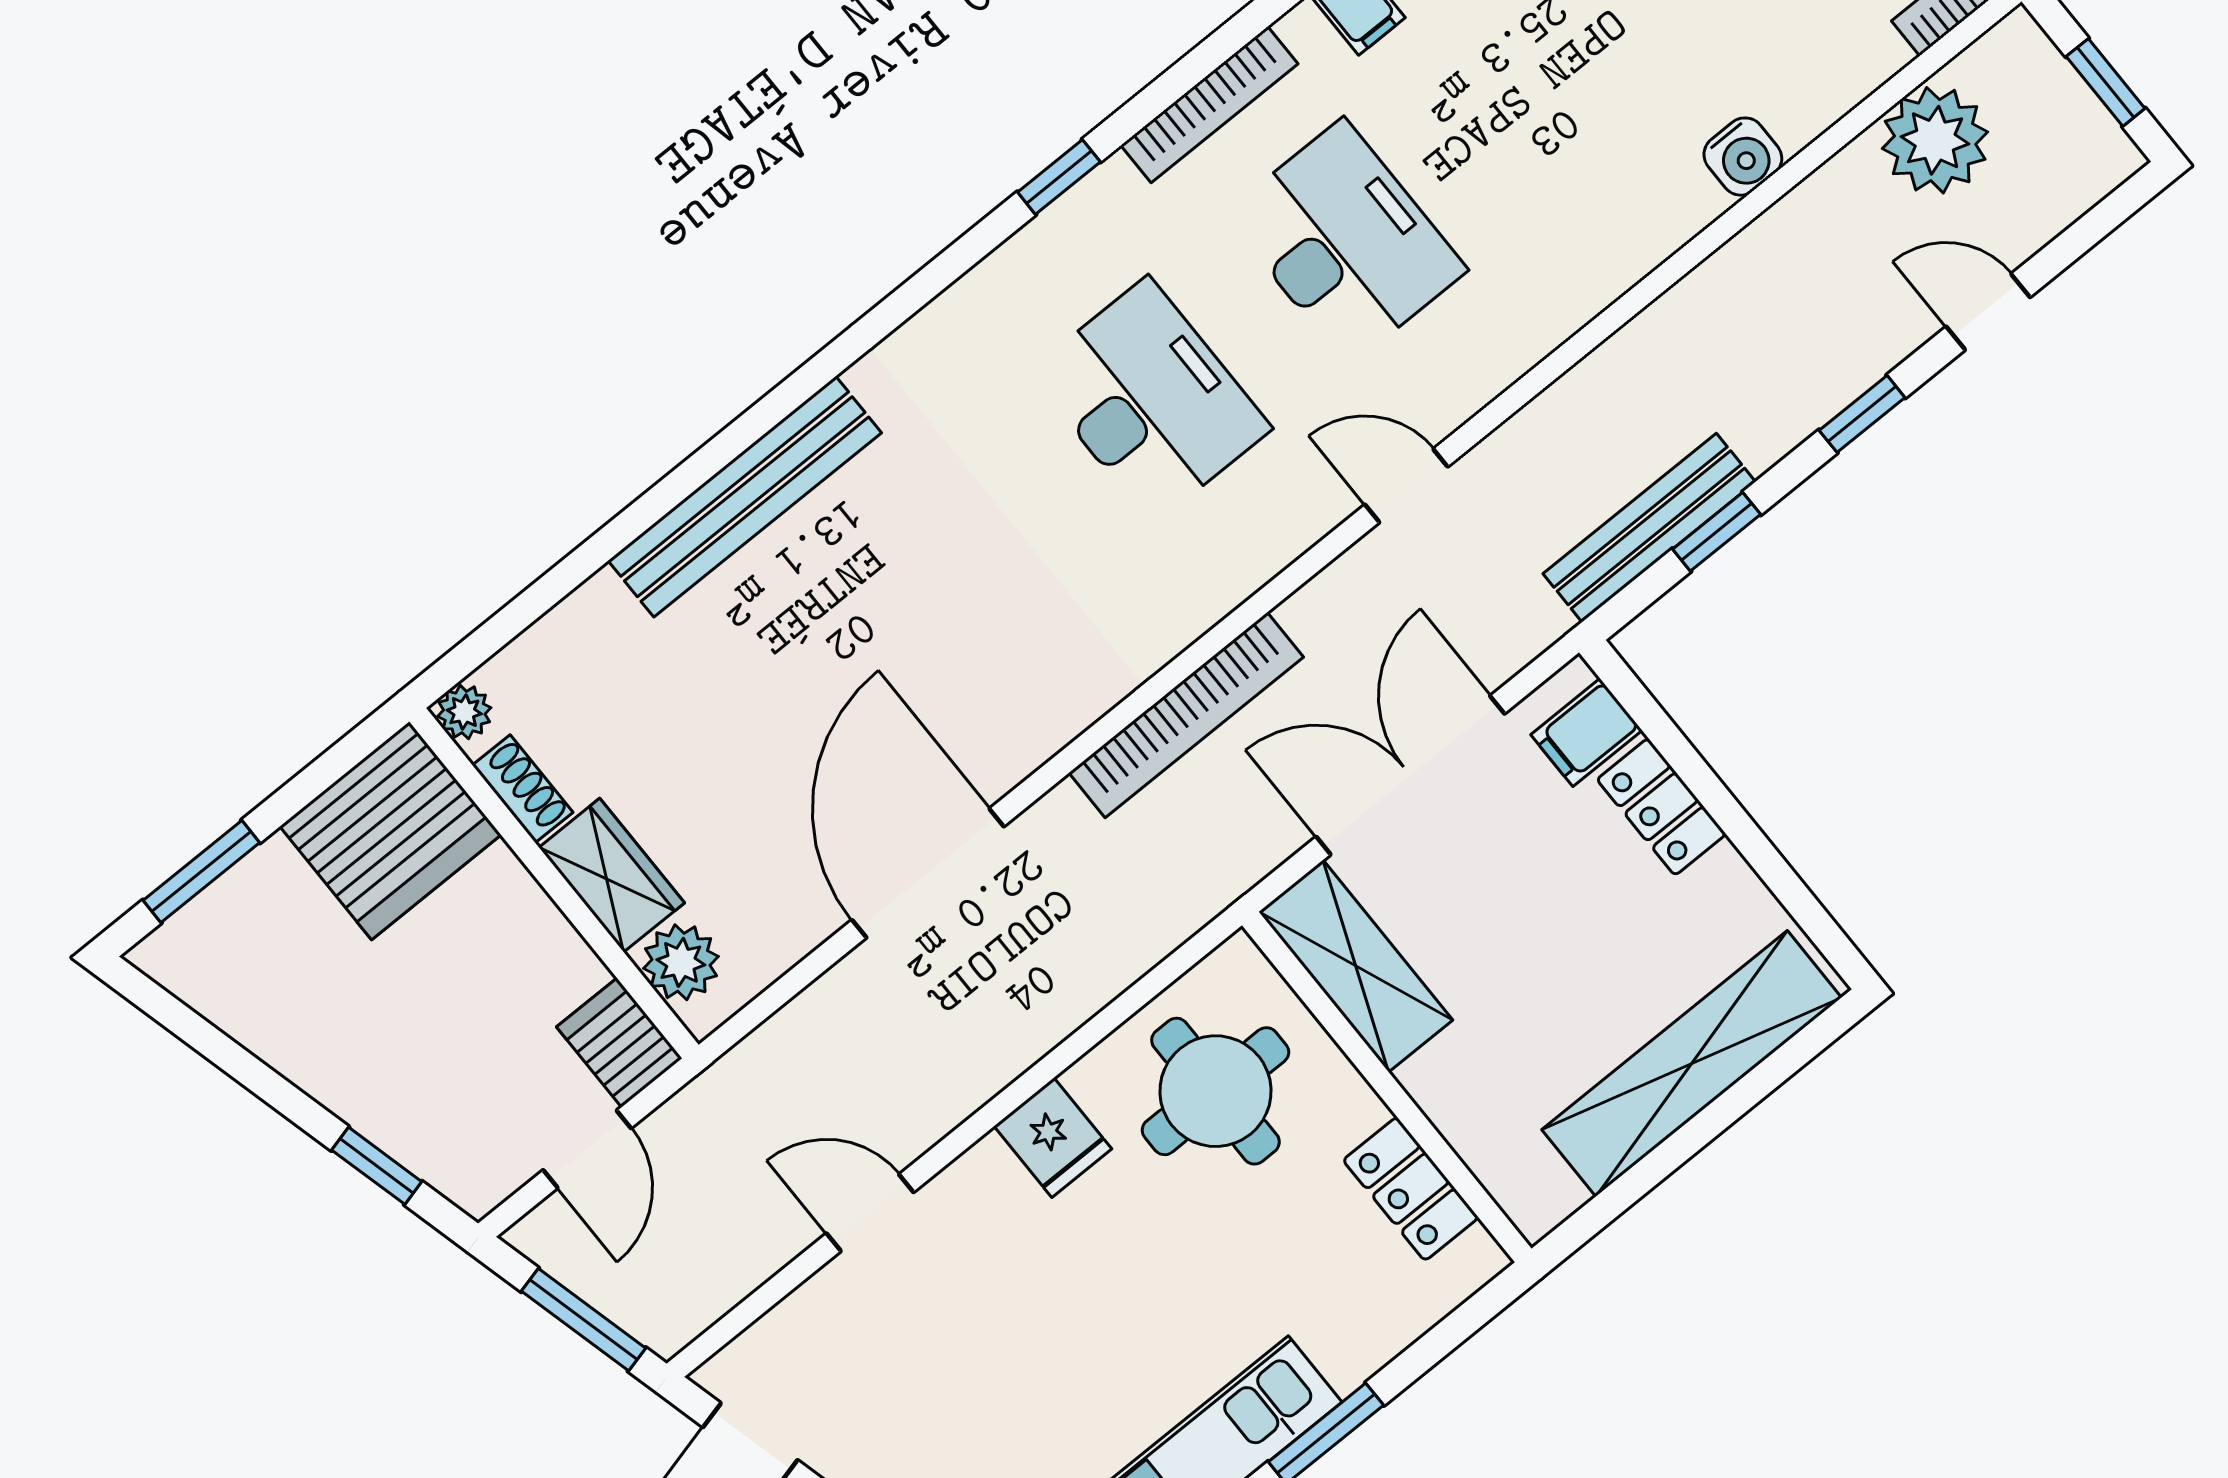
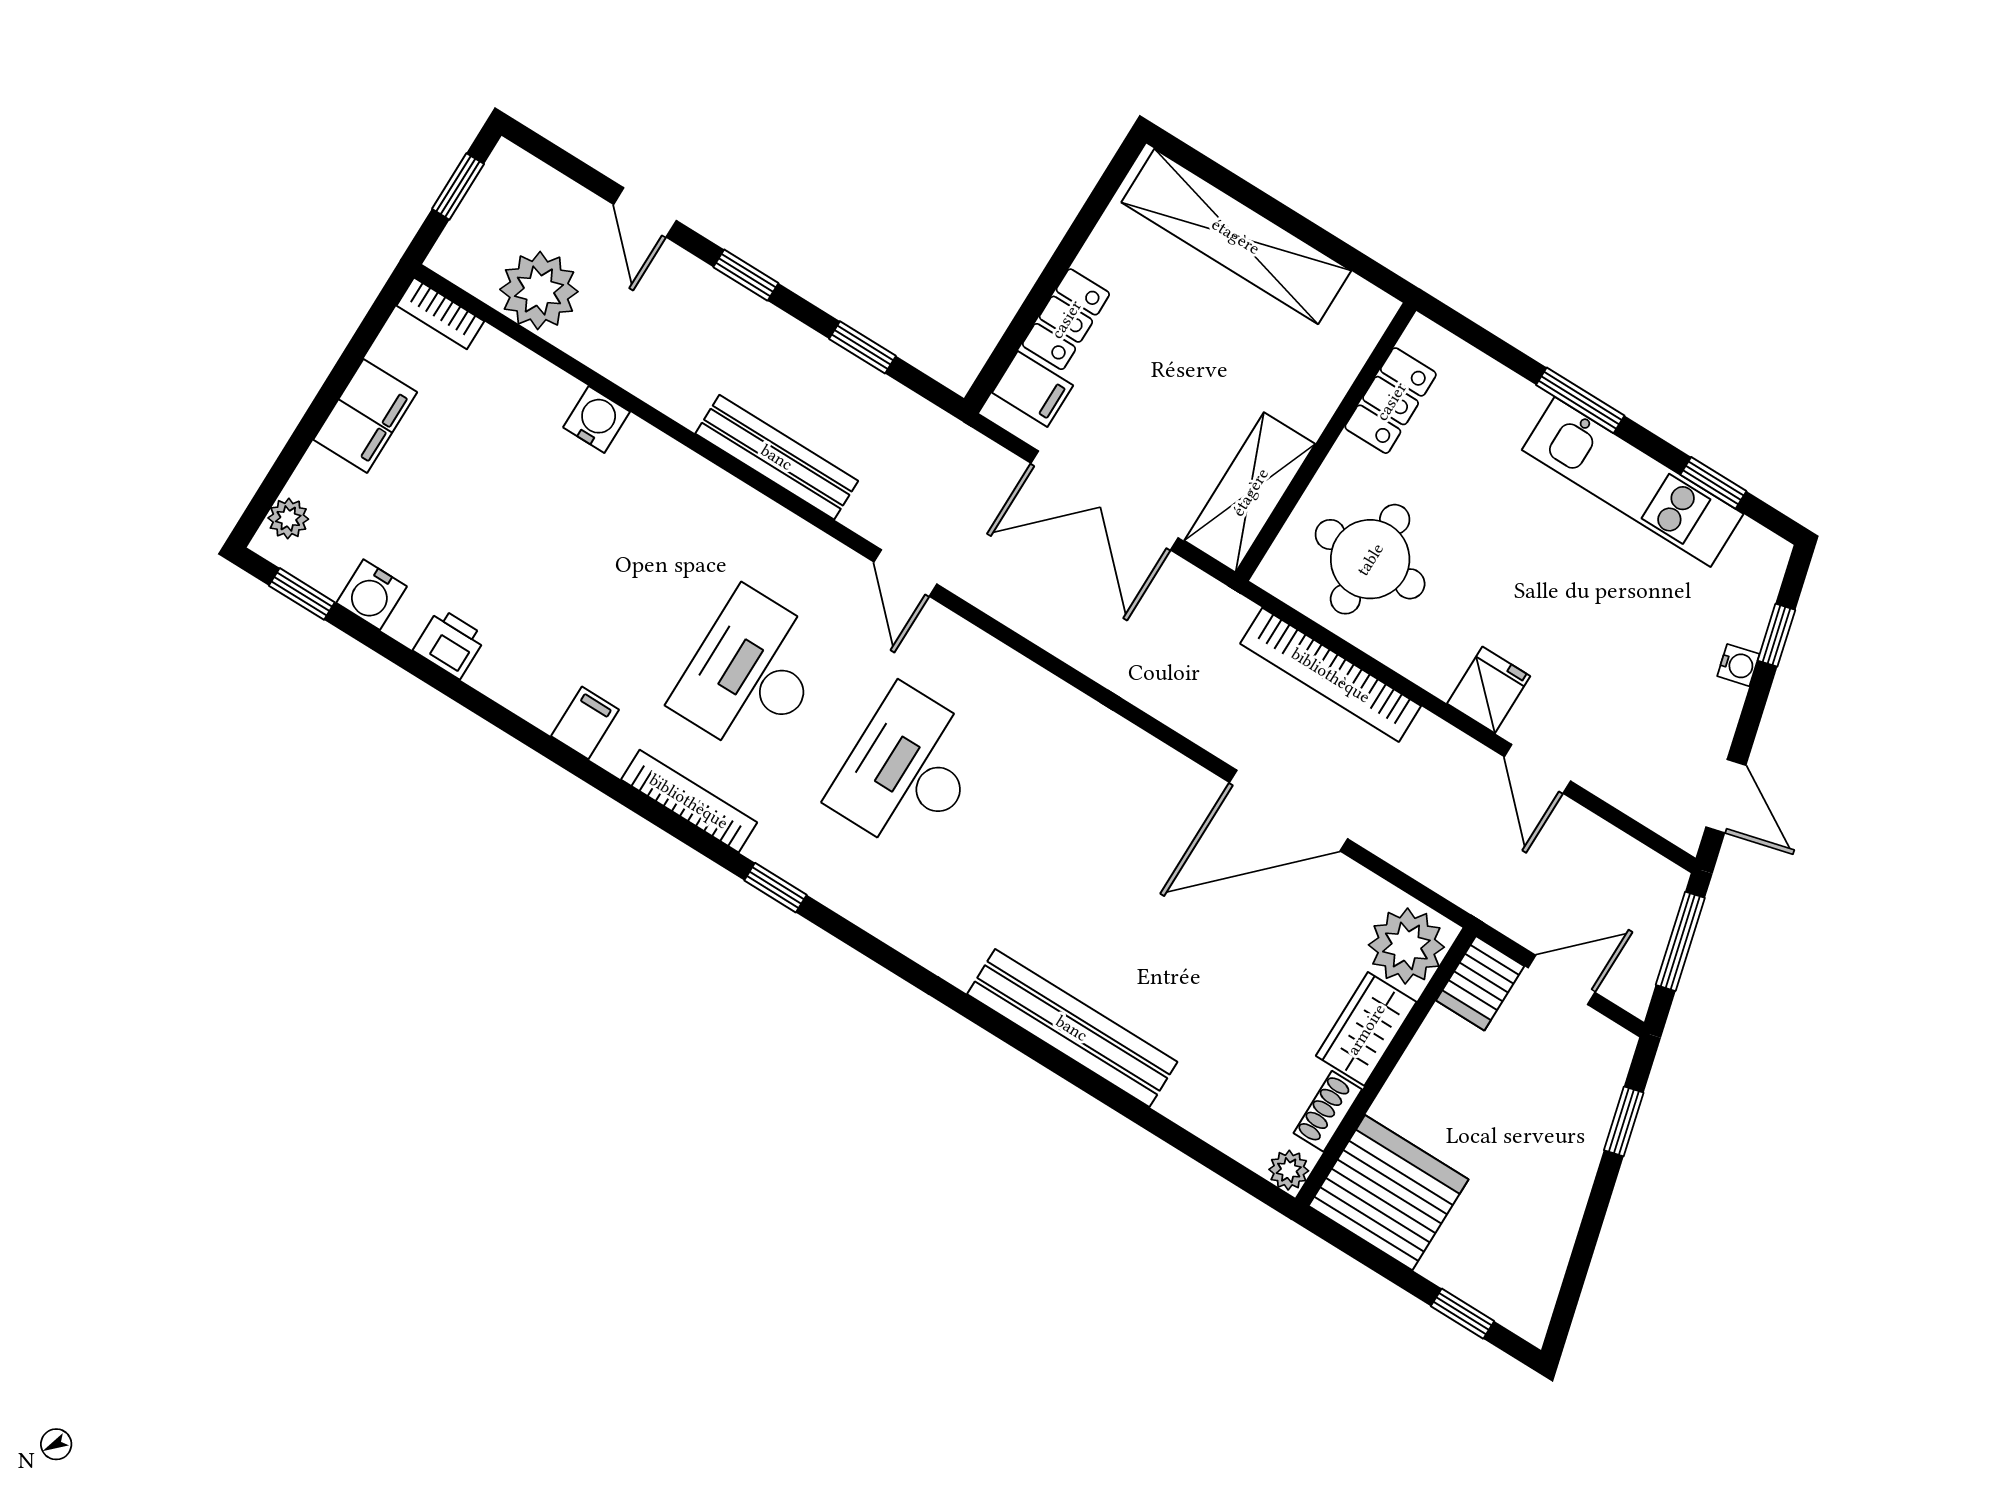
bench: (1649, 528) -> (777, 457), moved
bookcase: (1186, 715) -> (1331, 675), moved, turned 180
window: (201, 872) -> (1462, 1314), width x0.67
plant: (681, 962) -> (1406, 946), width x1.36, depth x1.36
fridge: (1053, 1138) -> (1489, 690), moved

